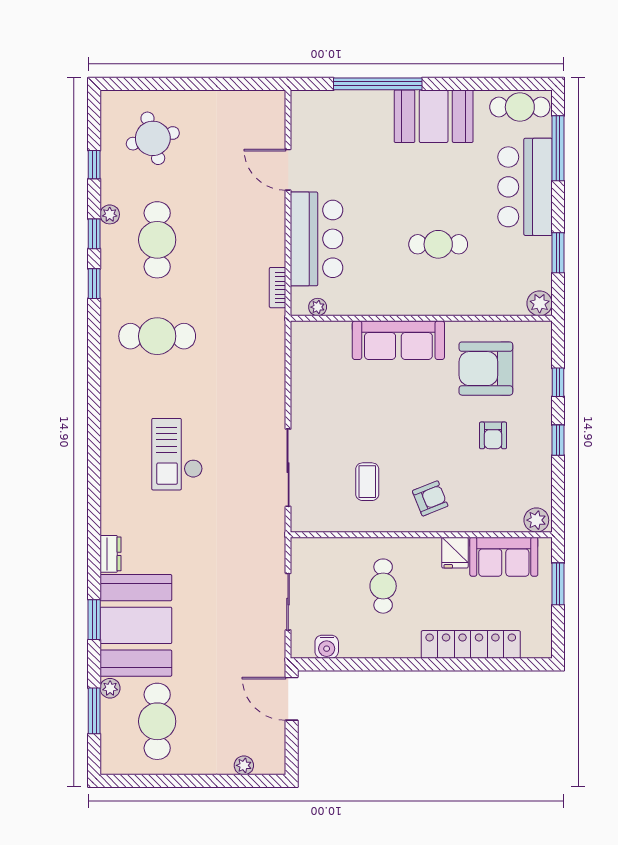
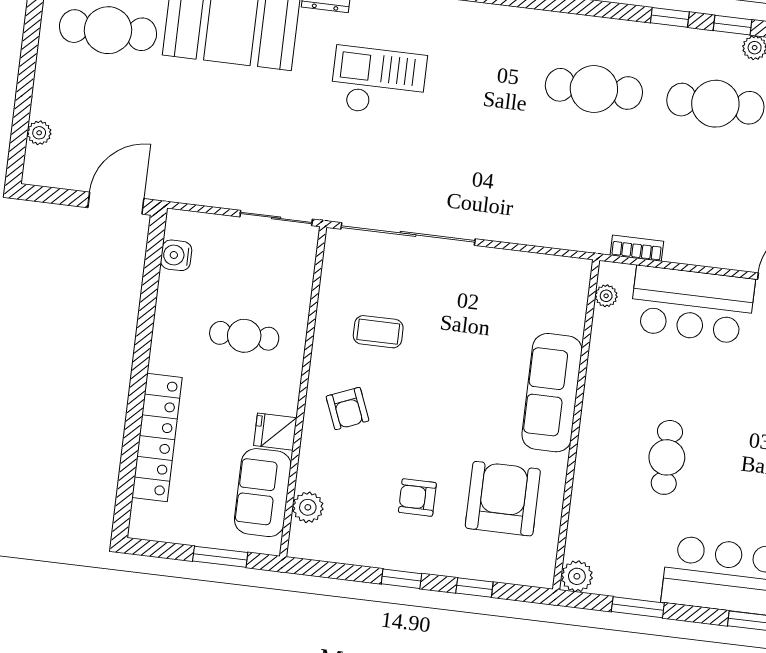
cafe table: (157, 336) -> (594, 89), turned 90
checkout: (177, 454) -> (378, 82), moved
sliding door: (288, 468) -> (408, 234), width x1.36
plant: (536, 520) -> (308, 507), moved
sliding door: (288, 602) -> (276, 218), moved

